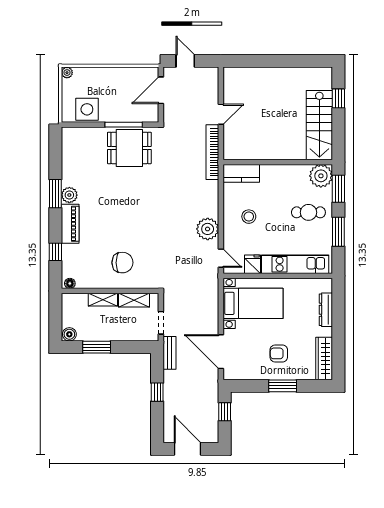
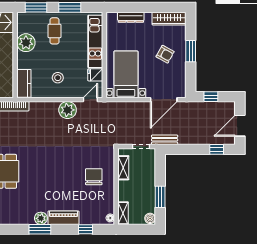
plant: (321, 176) -> (26, 43), moved
shelving: (103, 300) -> (123, 213), moved
armchair: (279, 353) -> (165, 54), turned -61
window: (157, 392) -> (217, 149), moved

